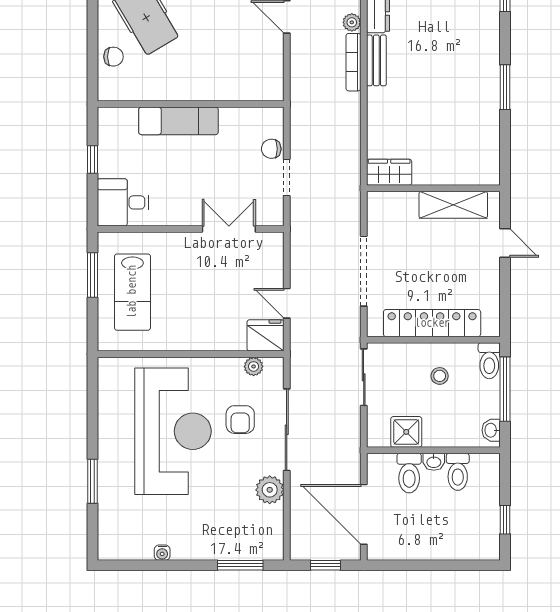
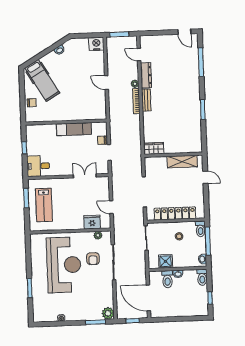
exam couch: (179, 121) -> (74, 129), moved
fridge: (265, 335) -> (92, 222), moved
toilet: (458, 472) -> (202, 277), moved
plant: (270, 490) -> (108, 313), moved

